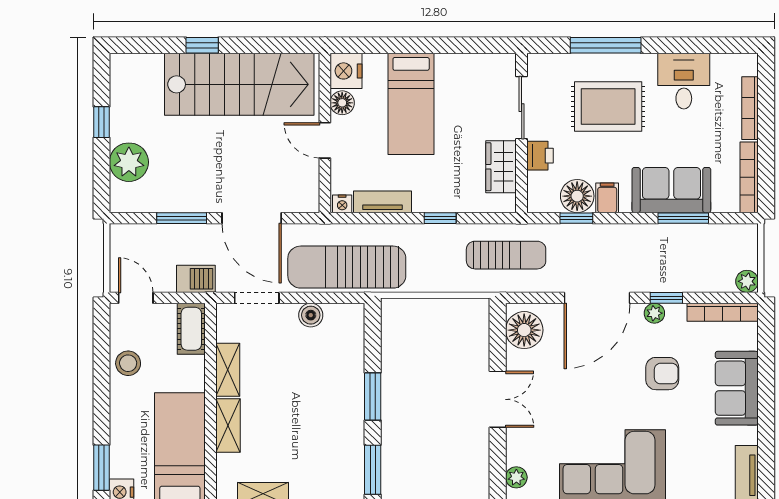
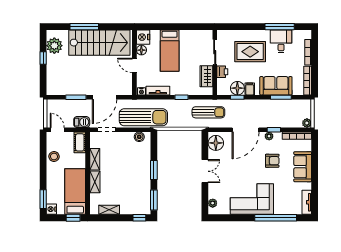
window: (202, 45) -> (84, 27), width x2.17
window: (606, 45) -> (280, 27), moved
plant: (129, 162) -> (54, 46), moved
door: (252, 218) -> (104, 97), hinge flipped
sun lounger: (347, 267) -> (143, 117), turned 180
boiler: (311, 315) -> (139, 137), moved

